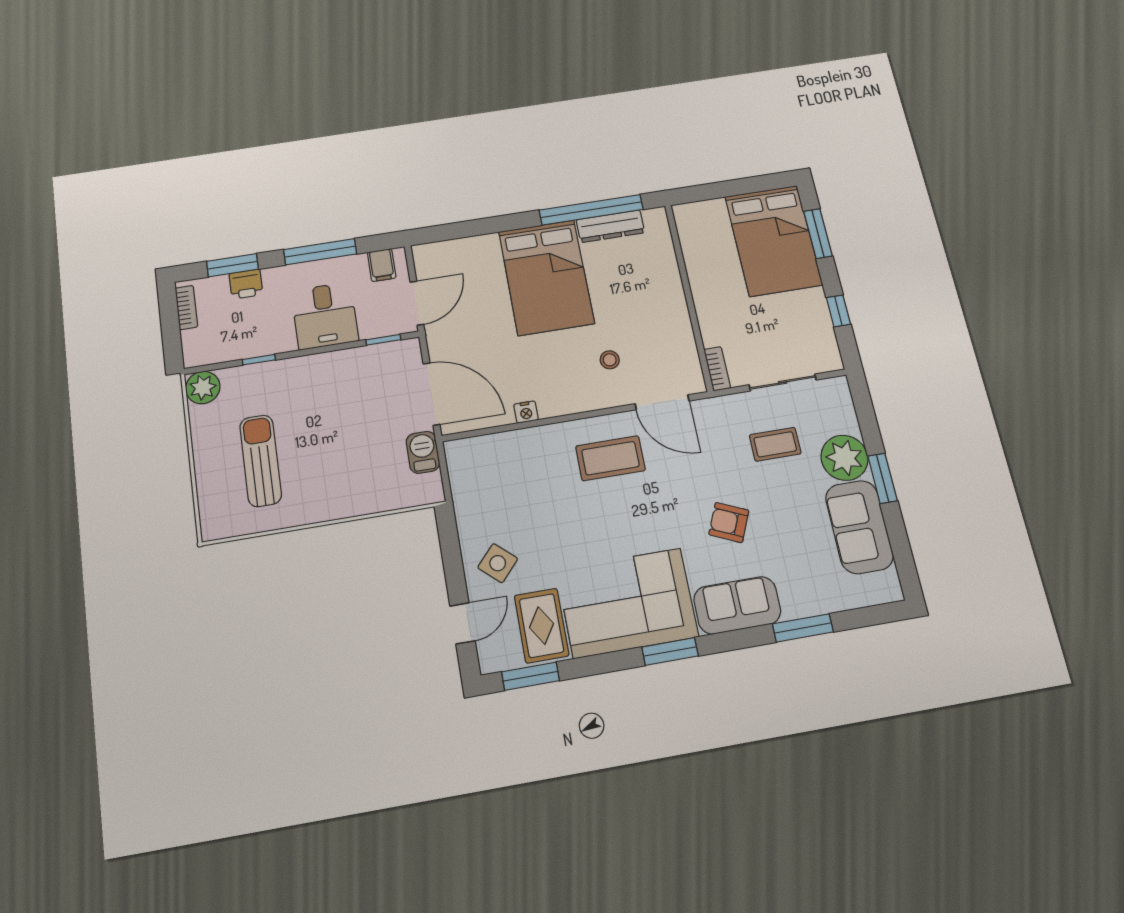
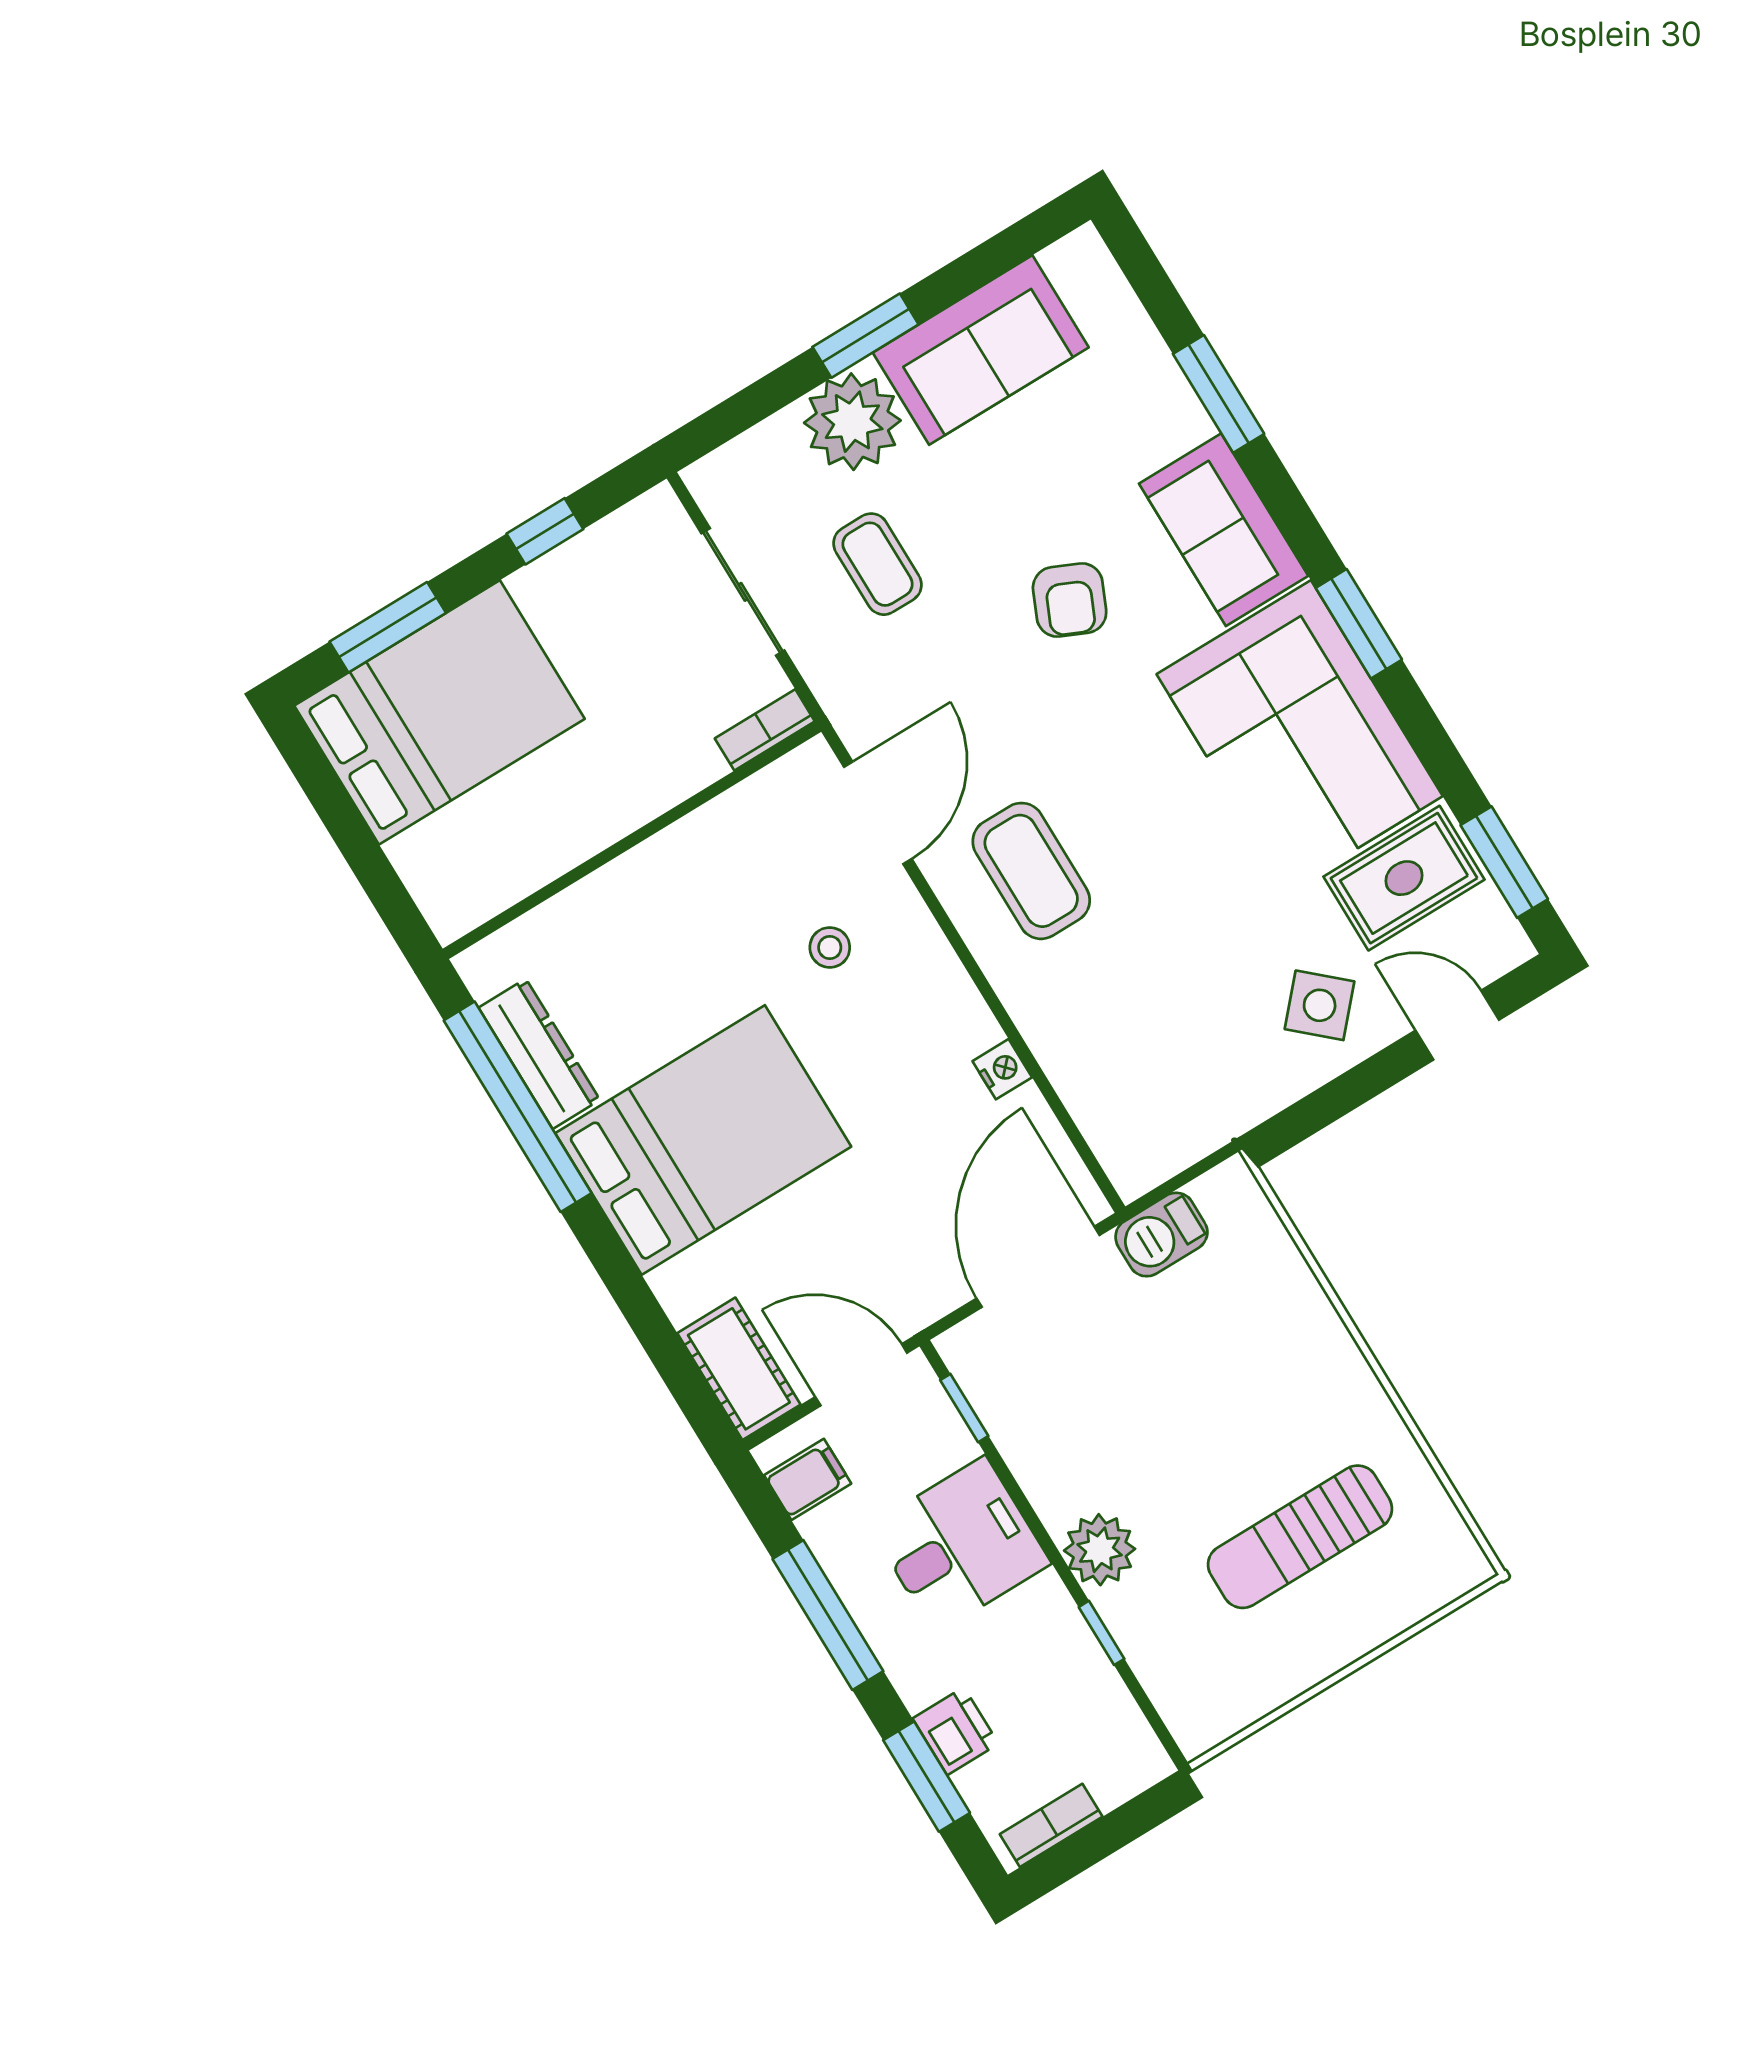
cot: (441, 255) -> (739, 1369), added
plant: (203, 387) -> (1100, 1550), moved

